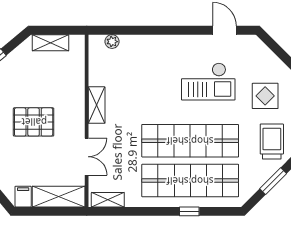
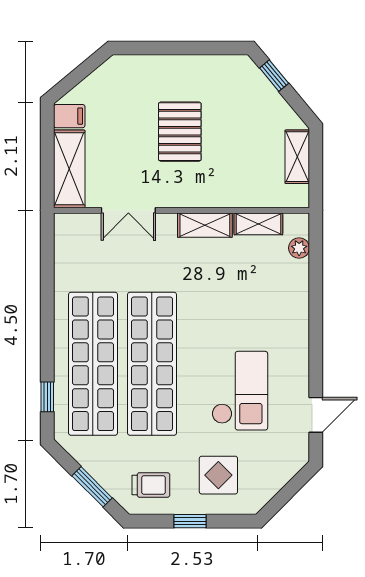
checkout: (208, 82) -> (240, 391), turned 180
trolley: (272, 141) -> (151, 485), width x0.73, depth x0.72
shelving: (108, 200) -> (258, 224), moved, turned 90
window: (189, 211) -> (47, 397), moved

